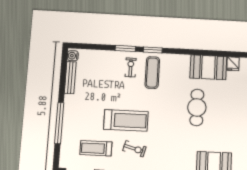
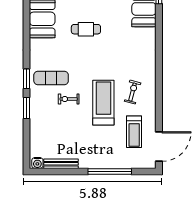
exercise bike: (131, 67) -> (69, 99), moved
cafe table: (197, 107) -> (86, 29), width x0.73, depth x0.74

